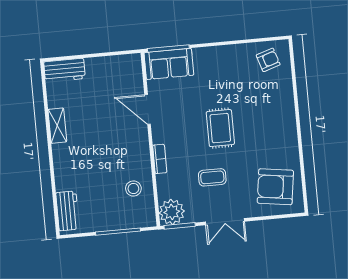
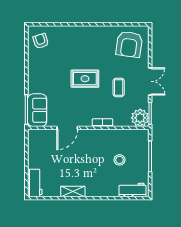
stool: (133, 189) -> (120, 160), moved

